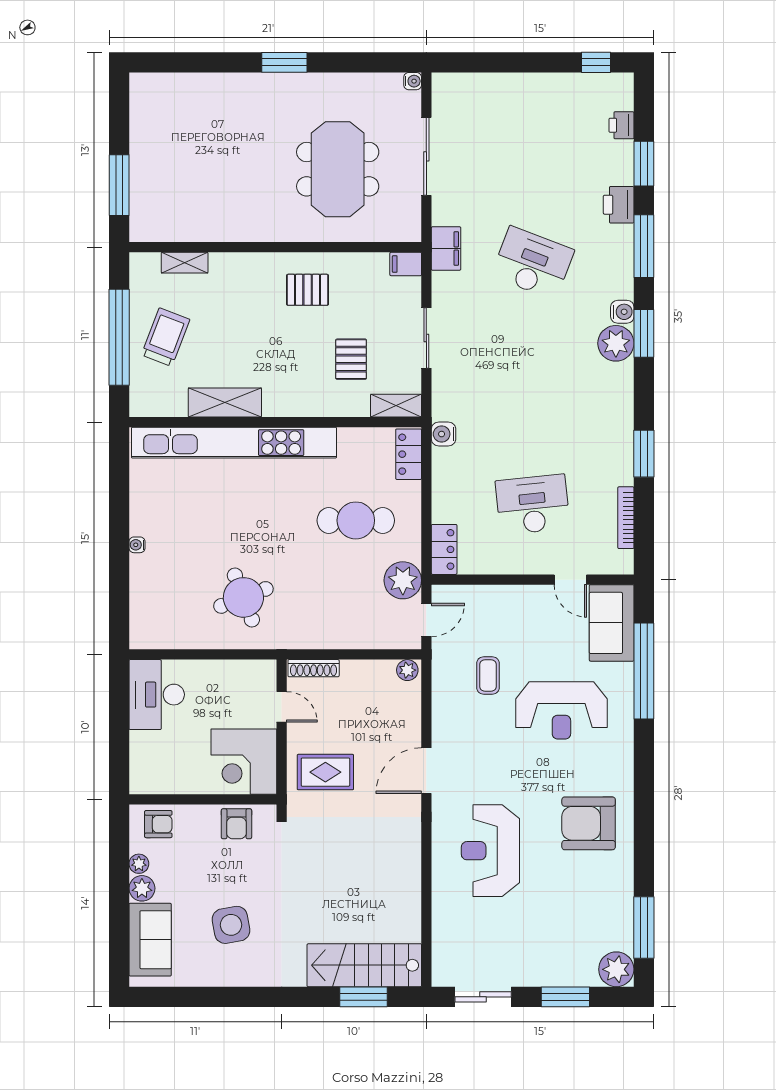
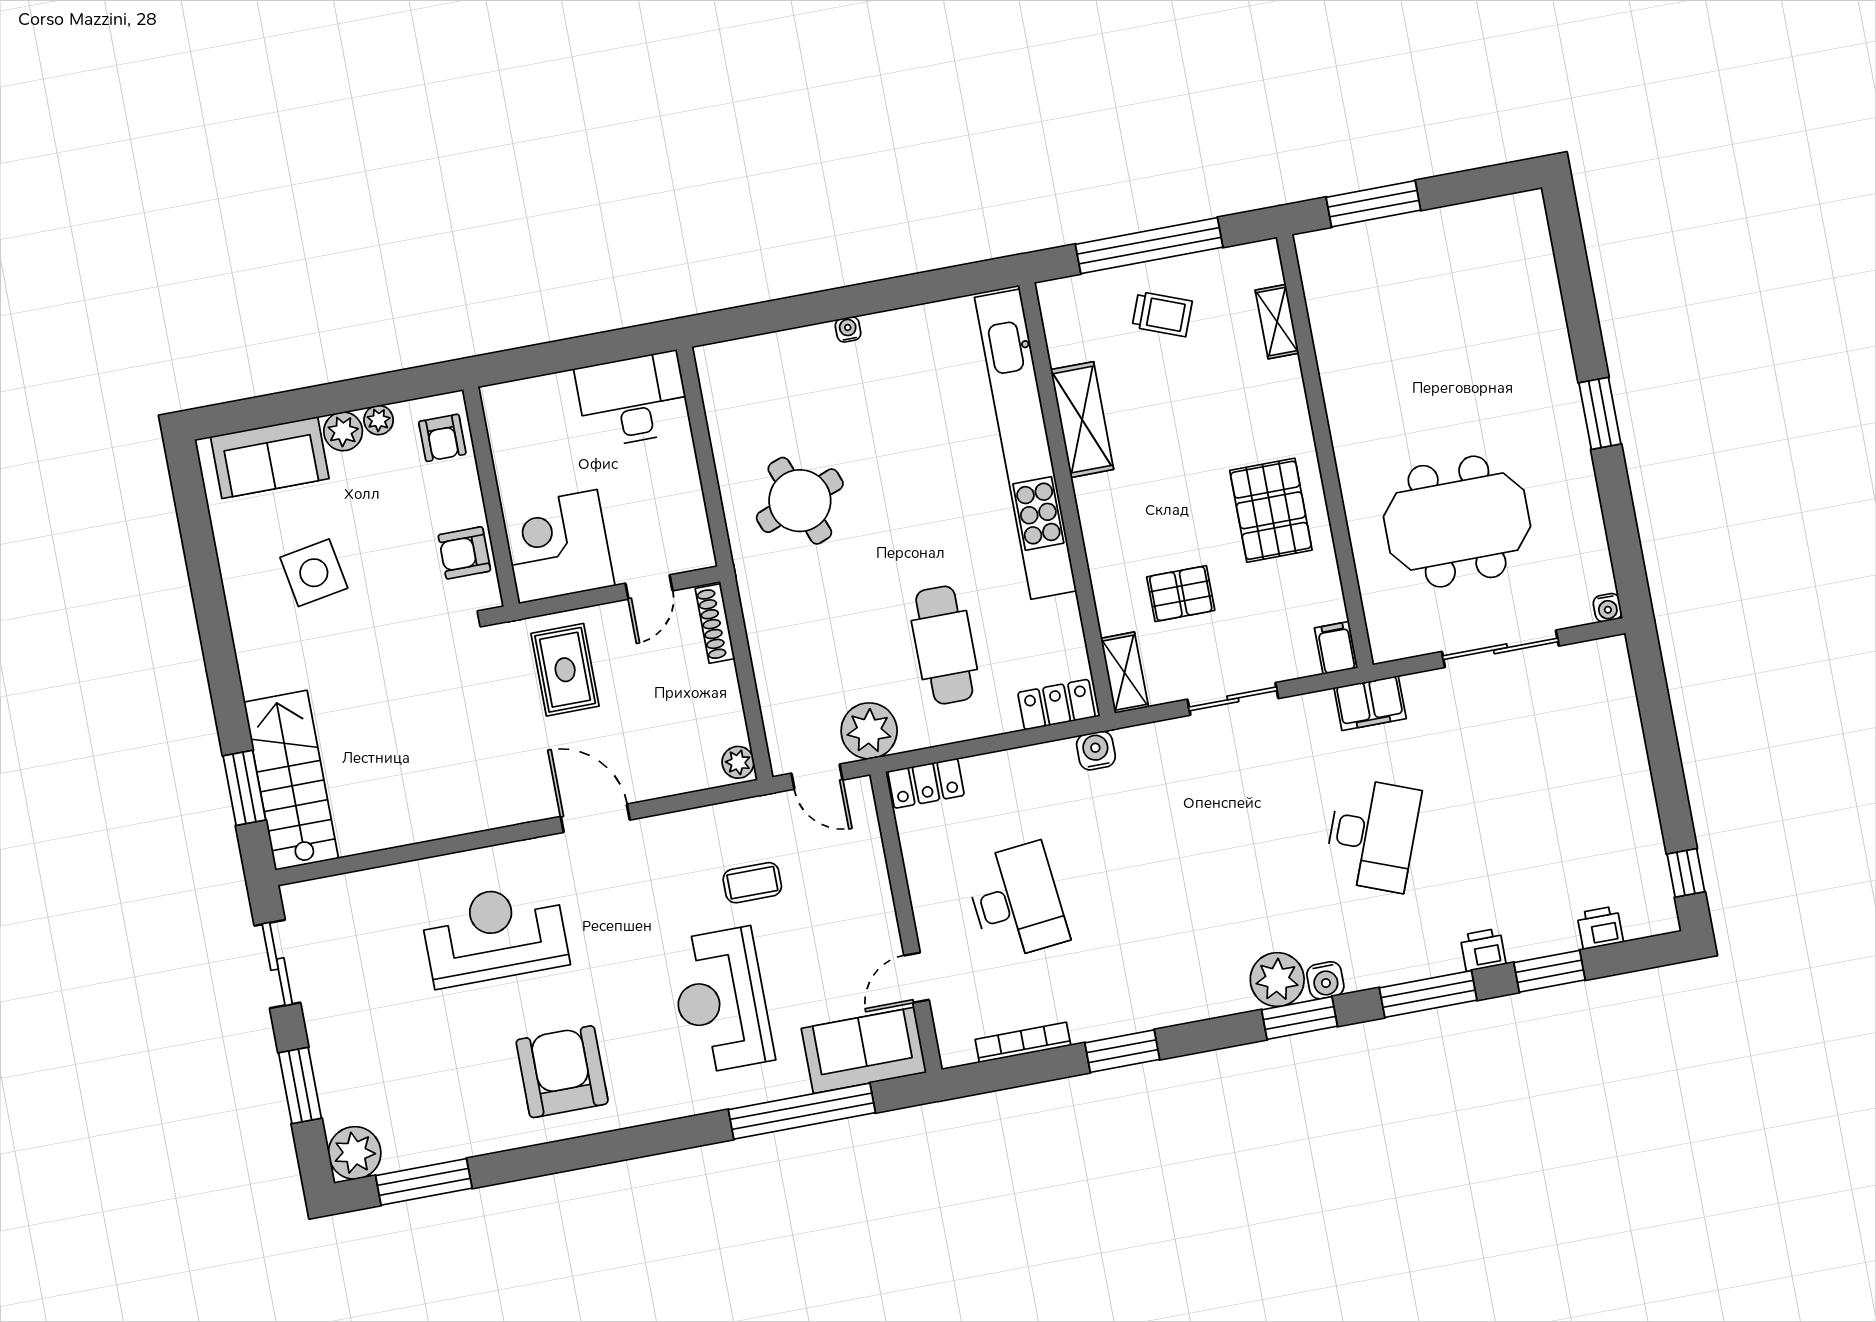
printer: (619, 205) -> (1483, 950), width x0.73, depth x0.81
pallet: (308, 290) -> (1271, 510), width x1.50, depth x1.42
trolley: (166, 337) -> (1162, 314), width x0.73, depth x0.72

